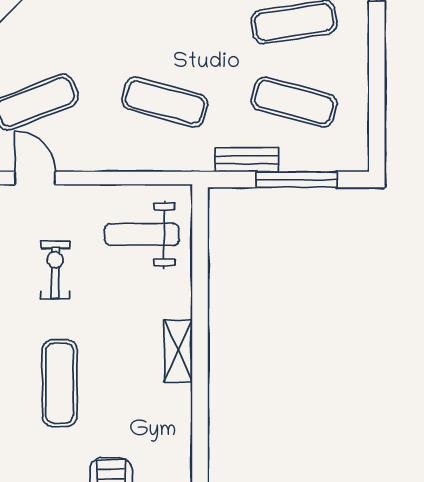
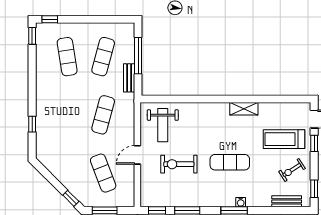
door: (35, 178) -> (137, 155), moved
exercise bike: (55, 270) -> (179, 164), width x1.38, depth x1.39
shelving: (178, 351) -> (244, 109), moved

